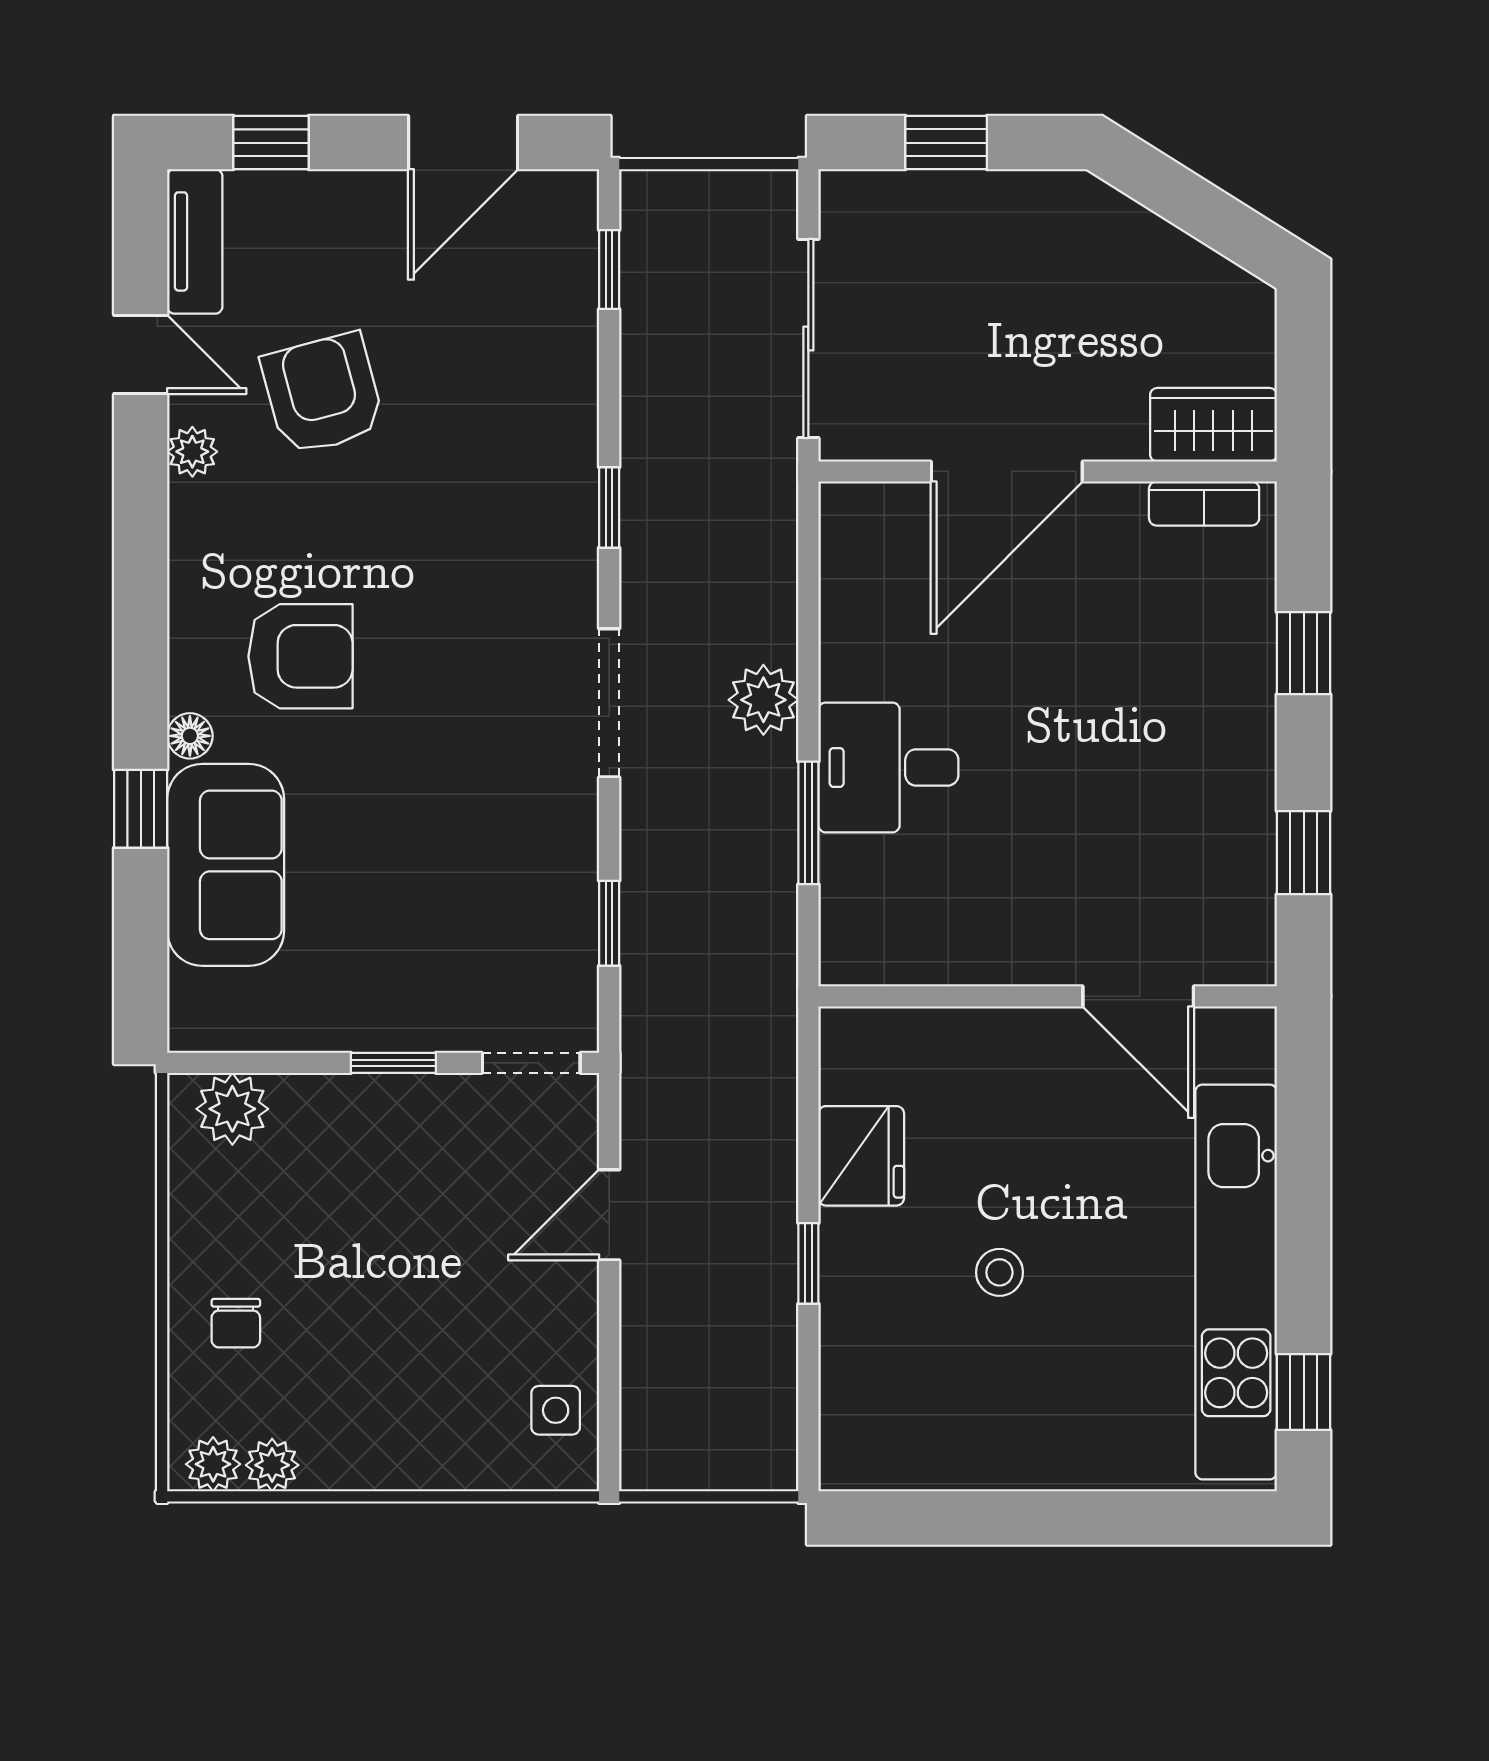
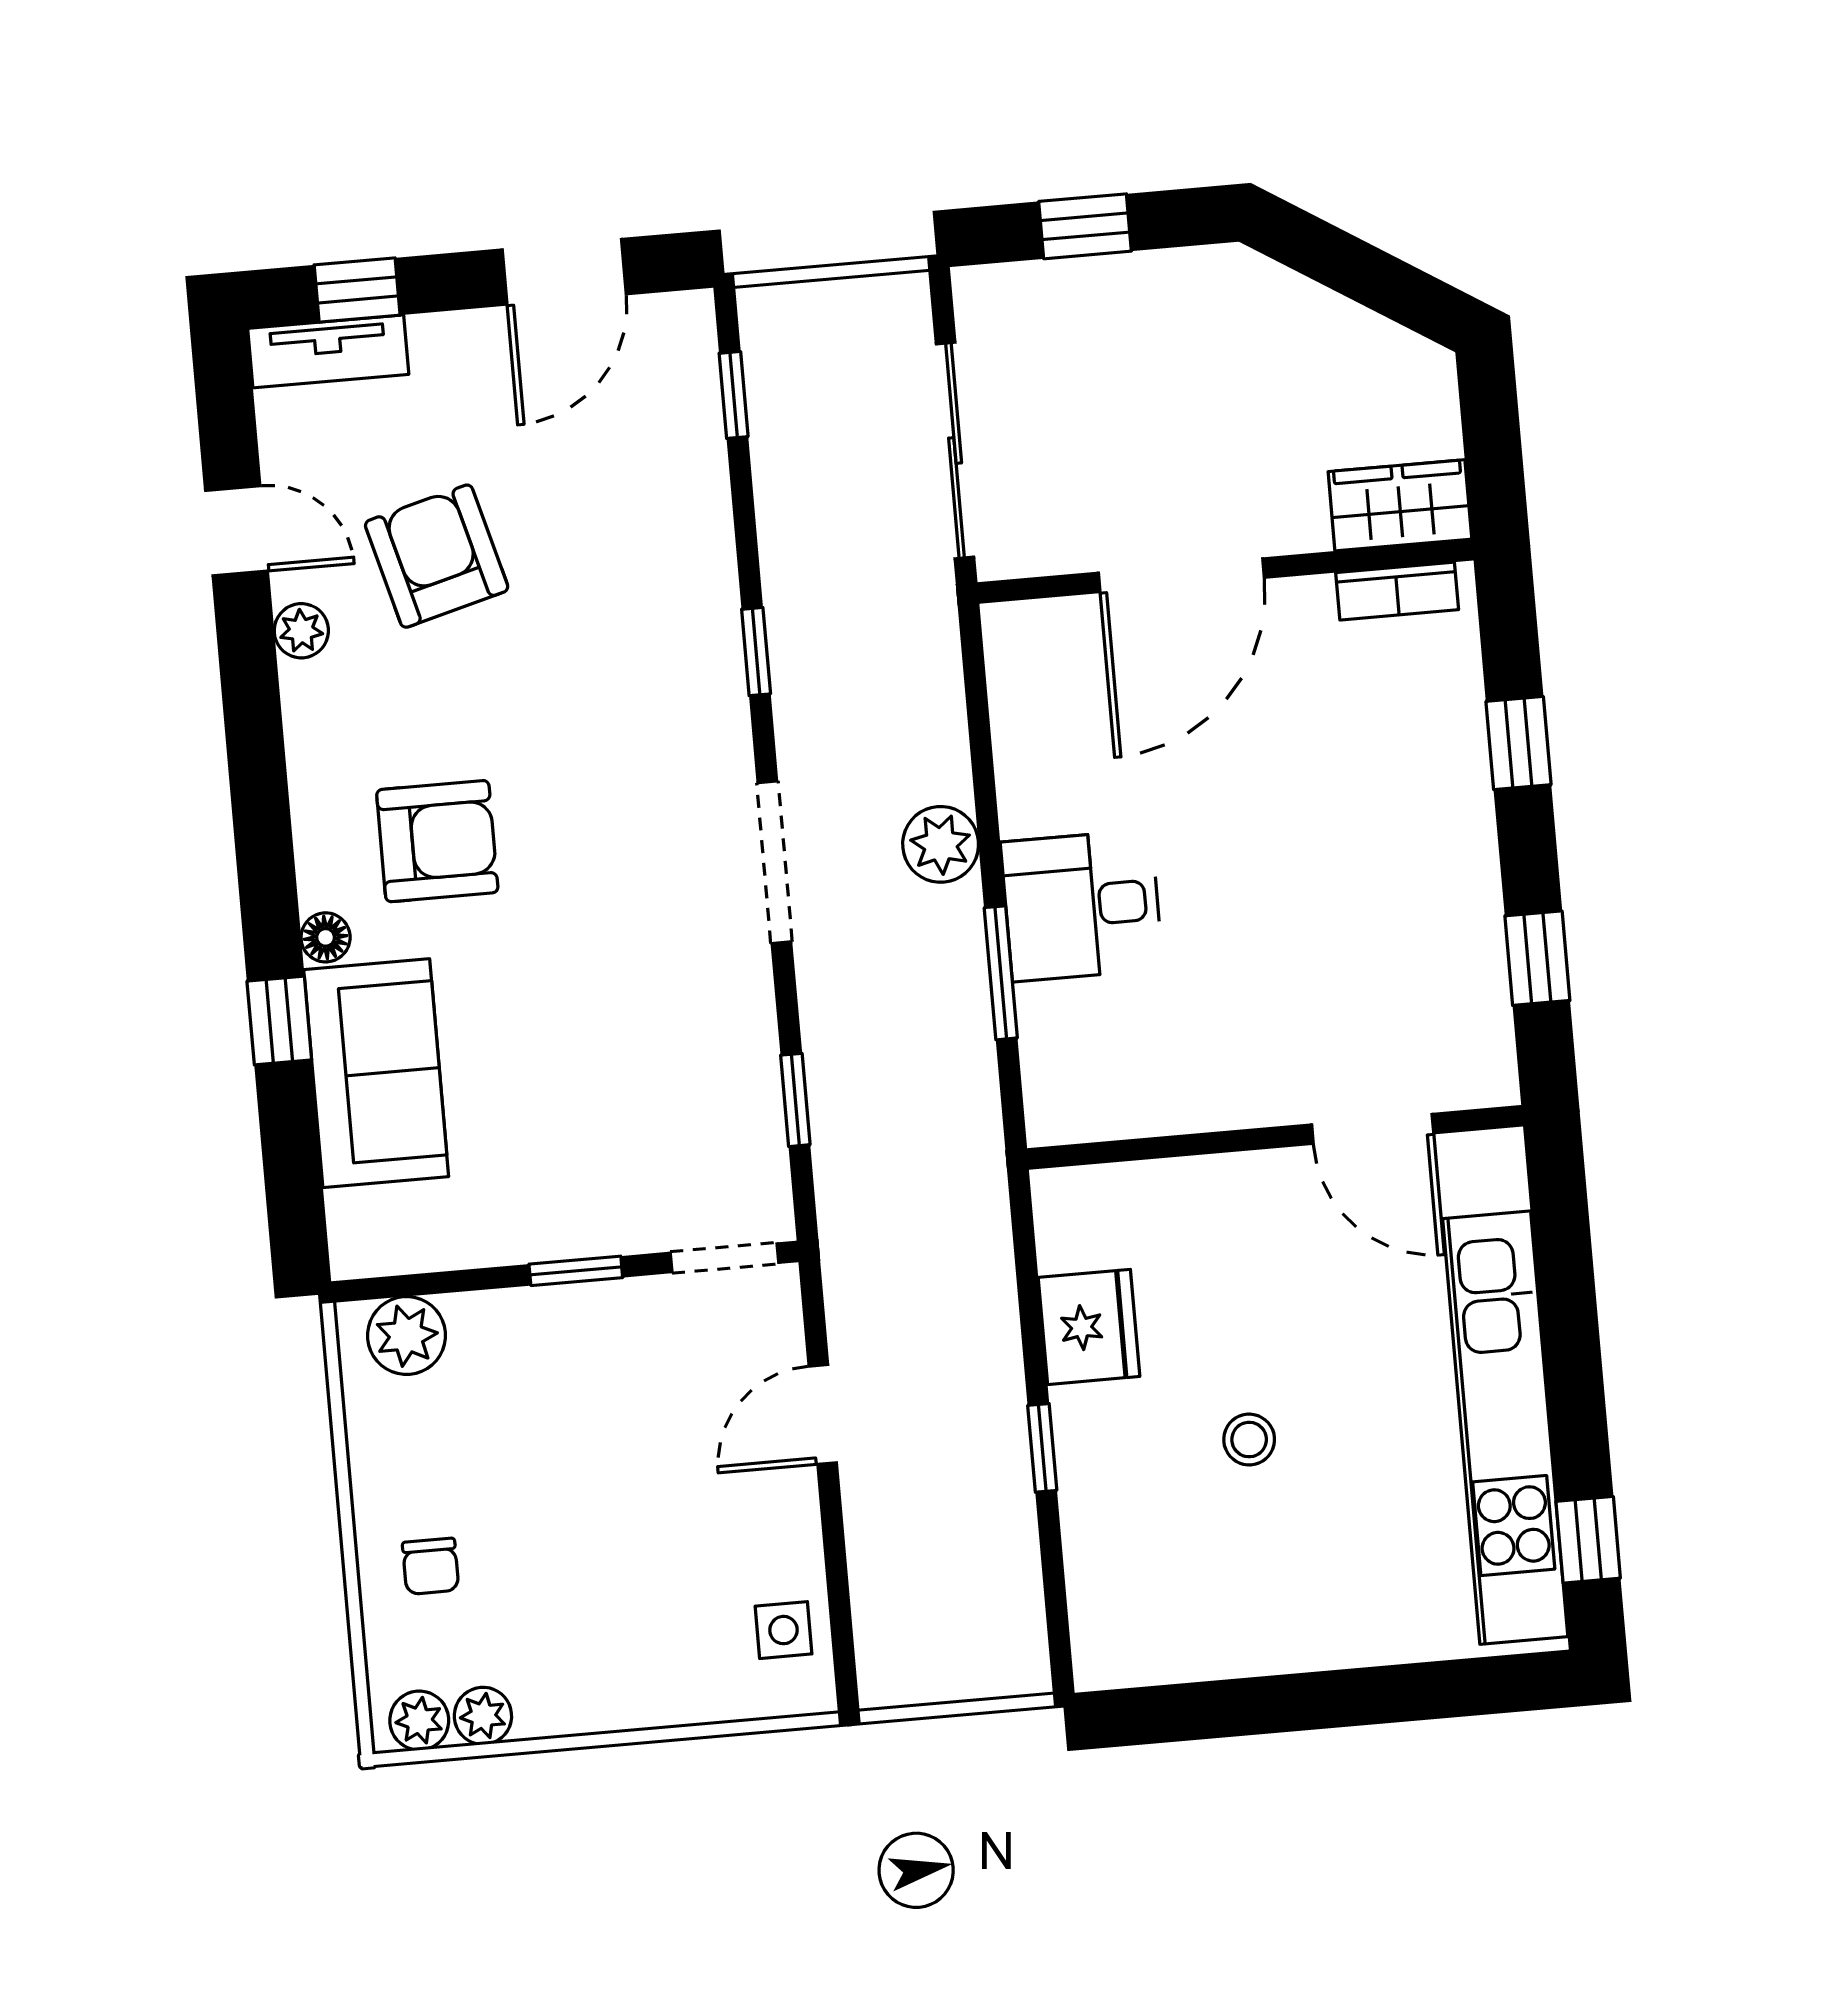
tv unit: (195, 241) -> (328, 351), moved, turned 90

